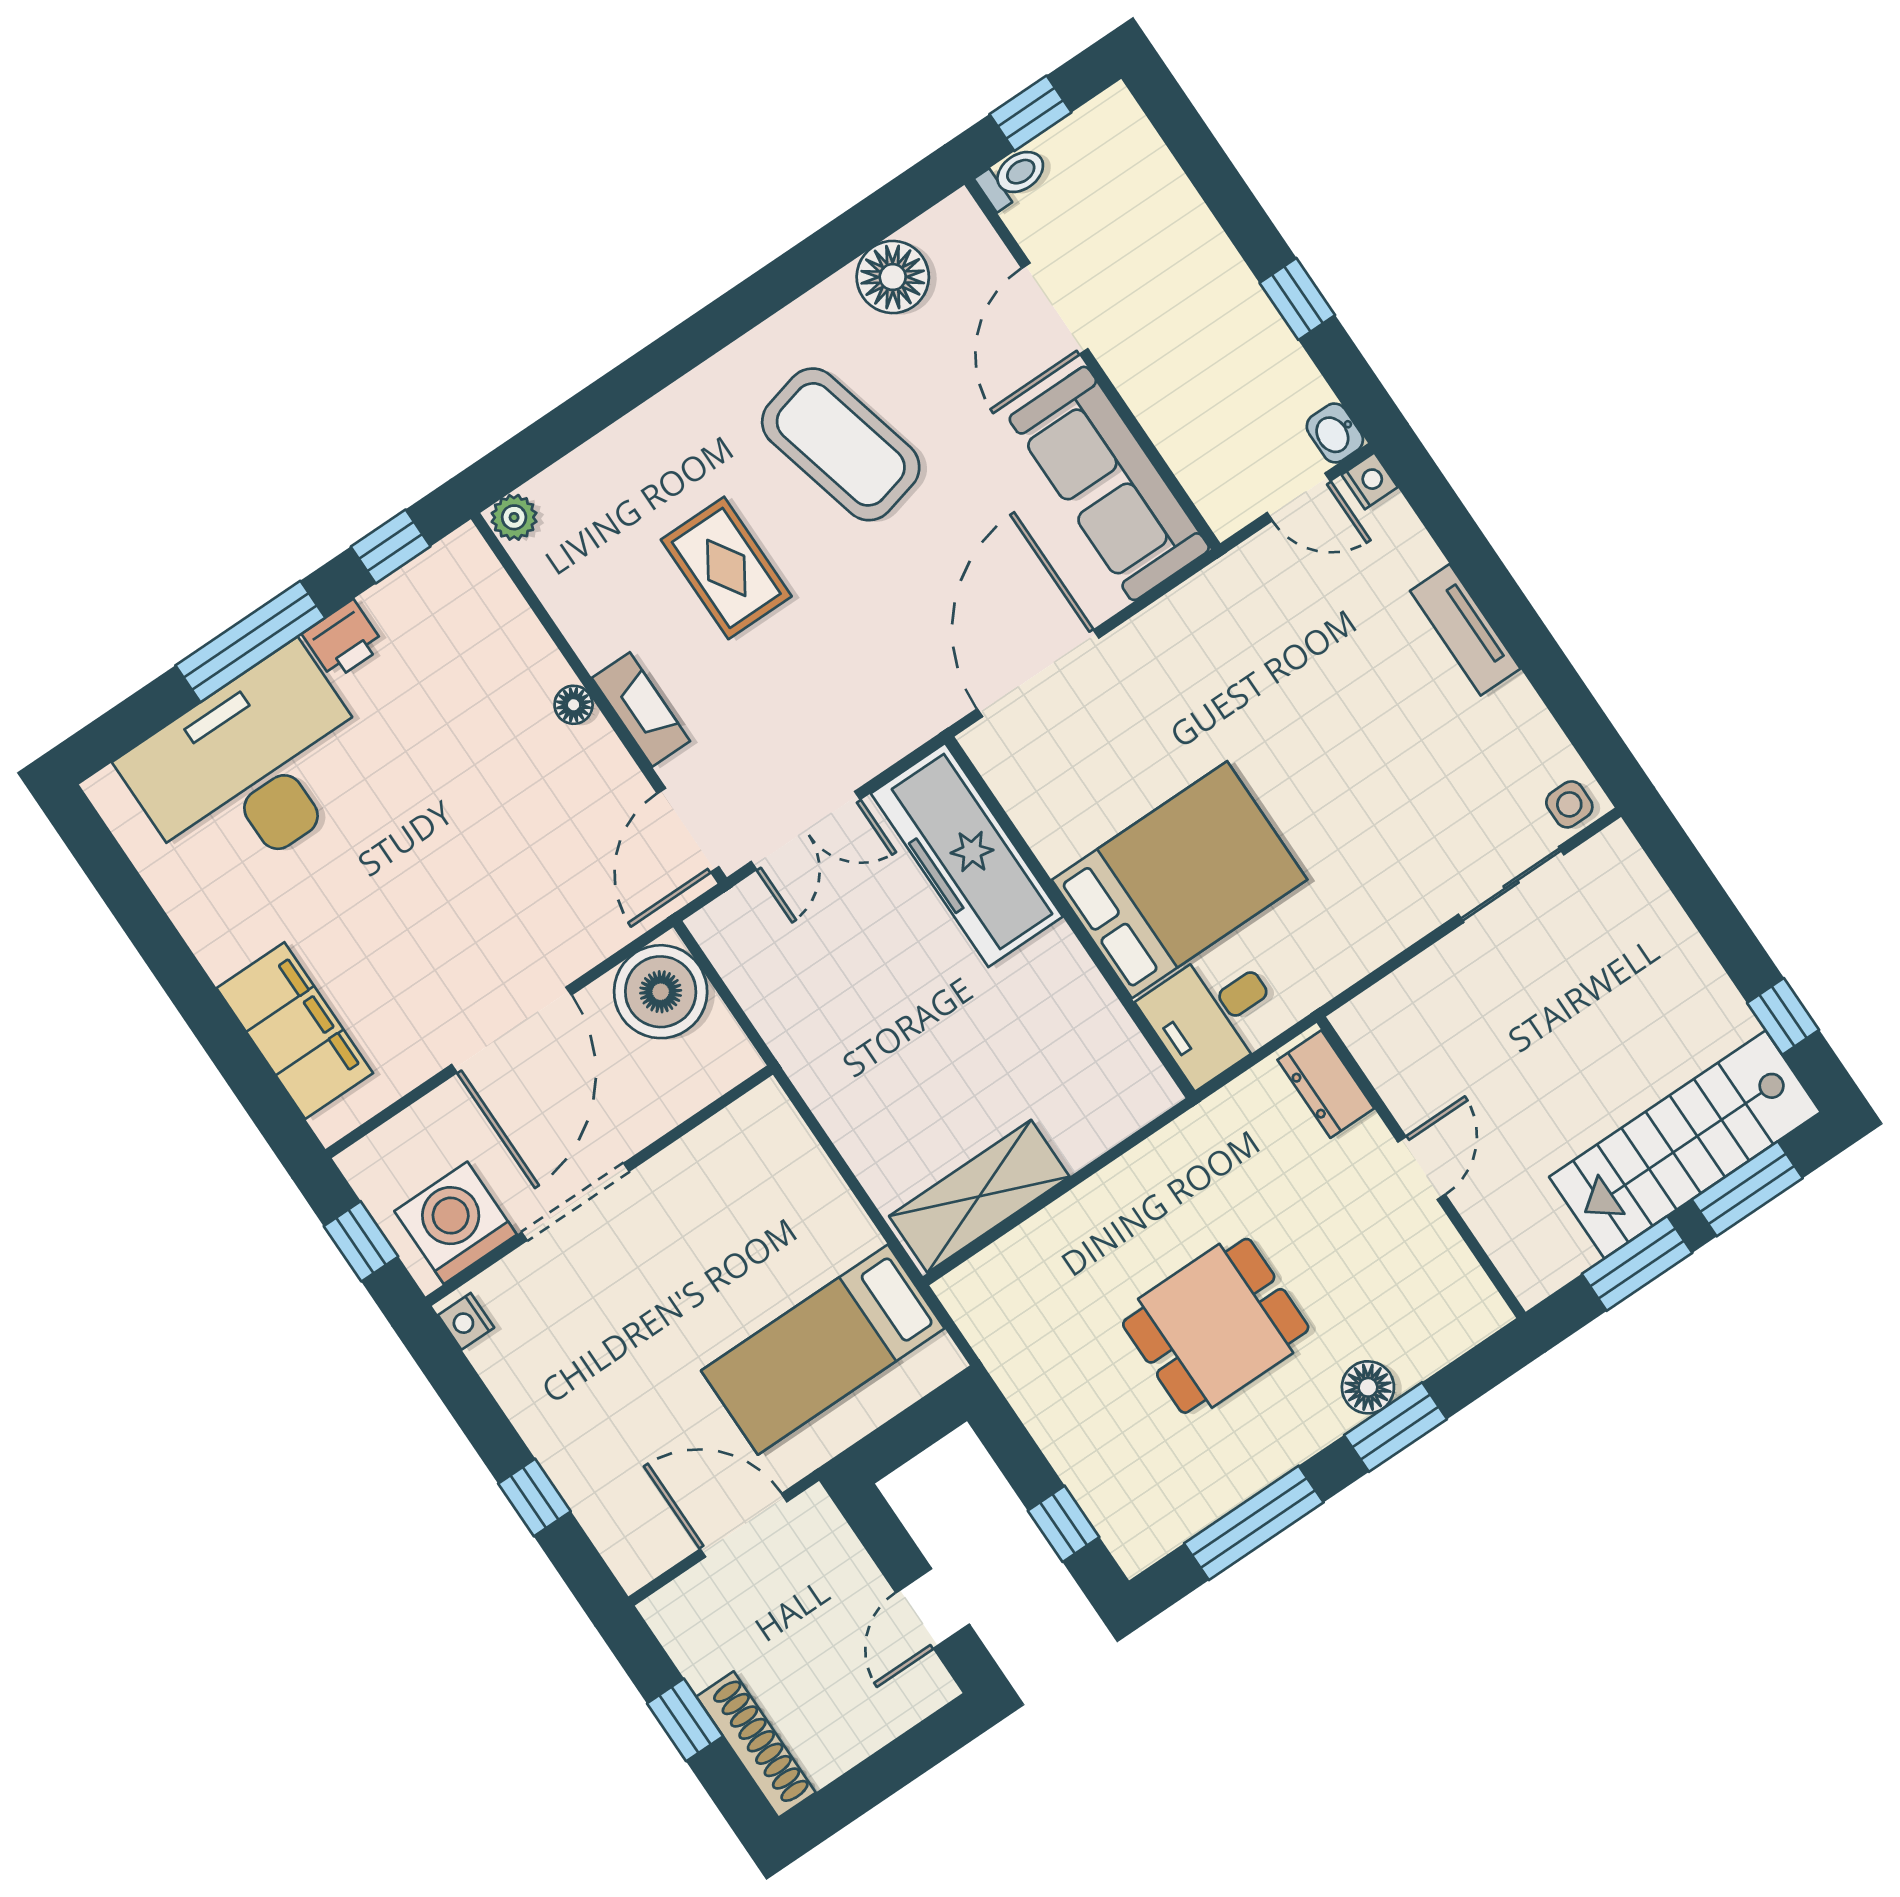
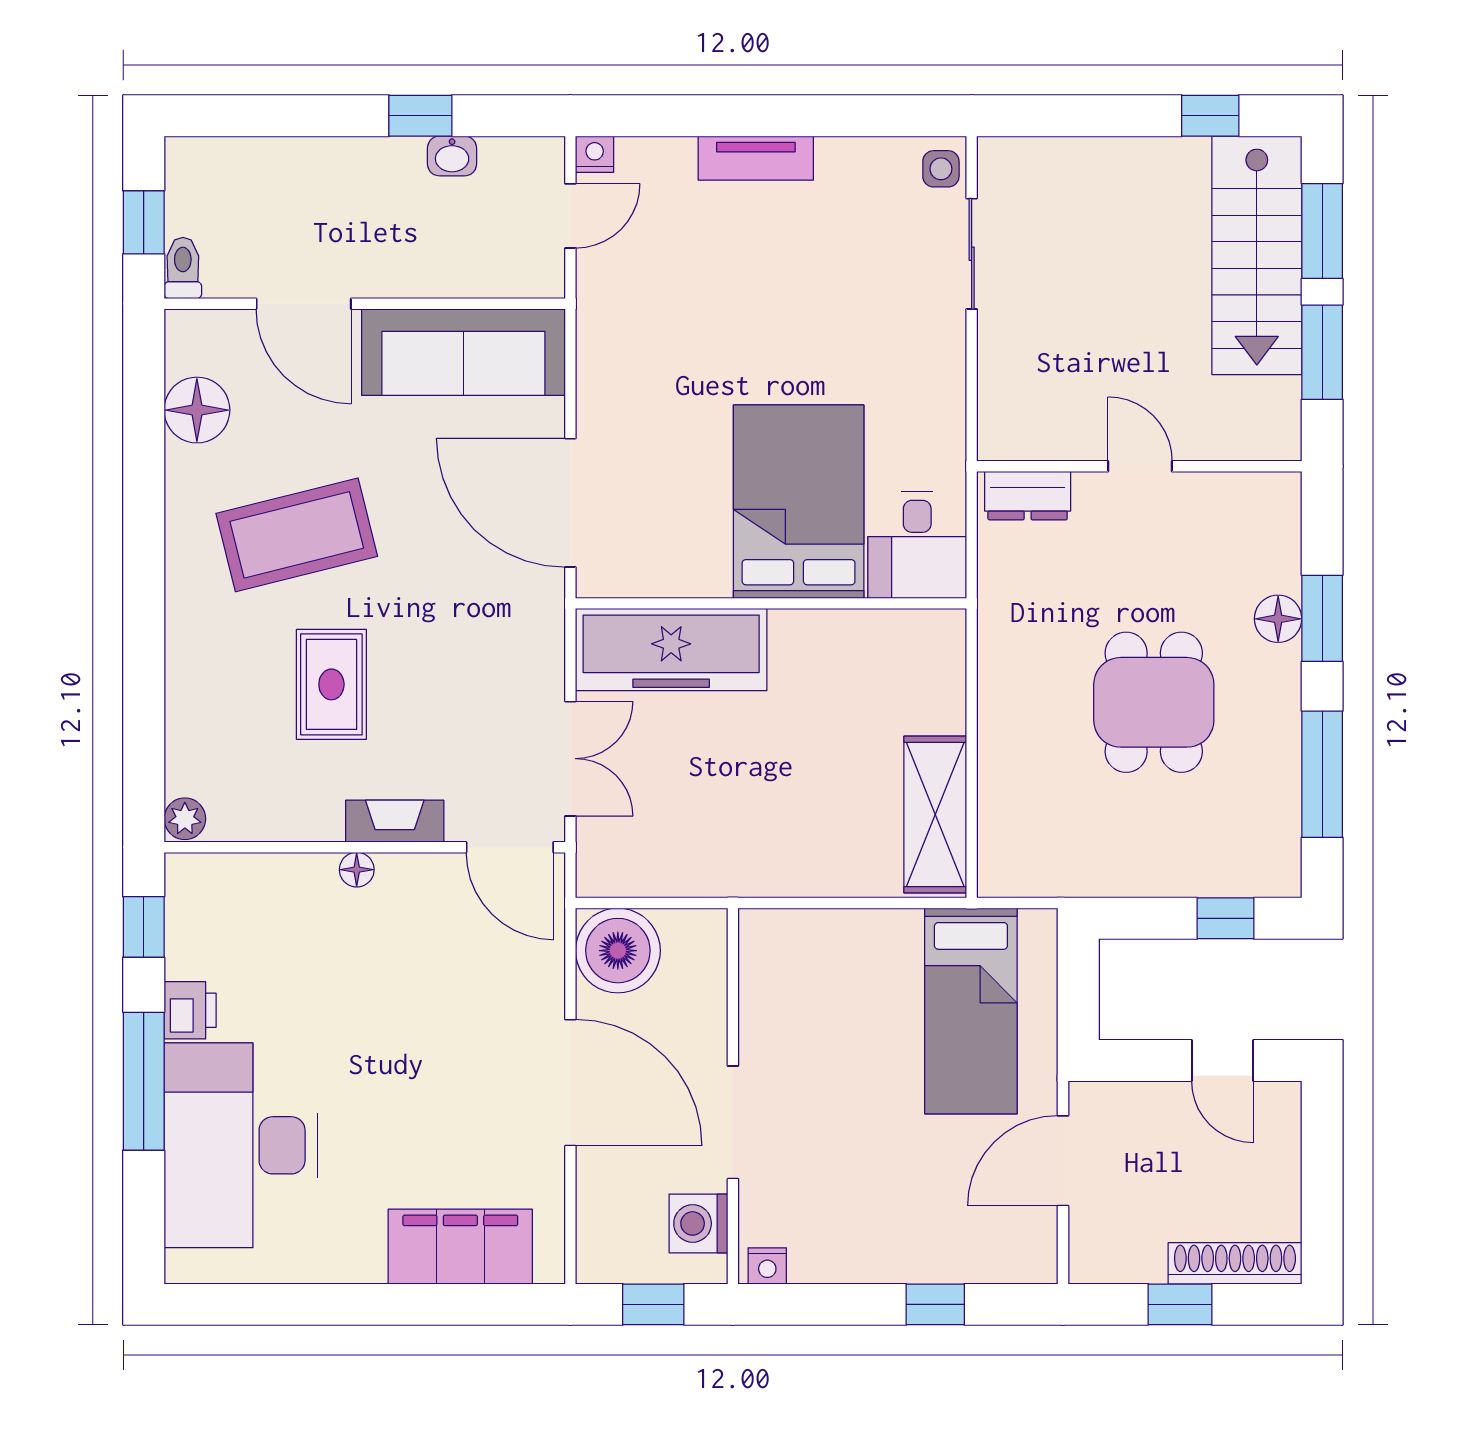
washbasin: (1335, 433) -> (452, 156), moved
rug: (726, 568) -> (331, 684), turned 90
washing machine: (456, 1223) -> (698, 1223), width x0.73, depth x0.73

